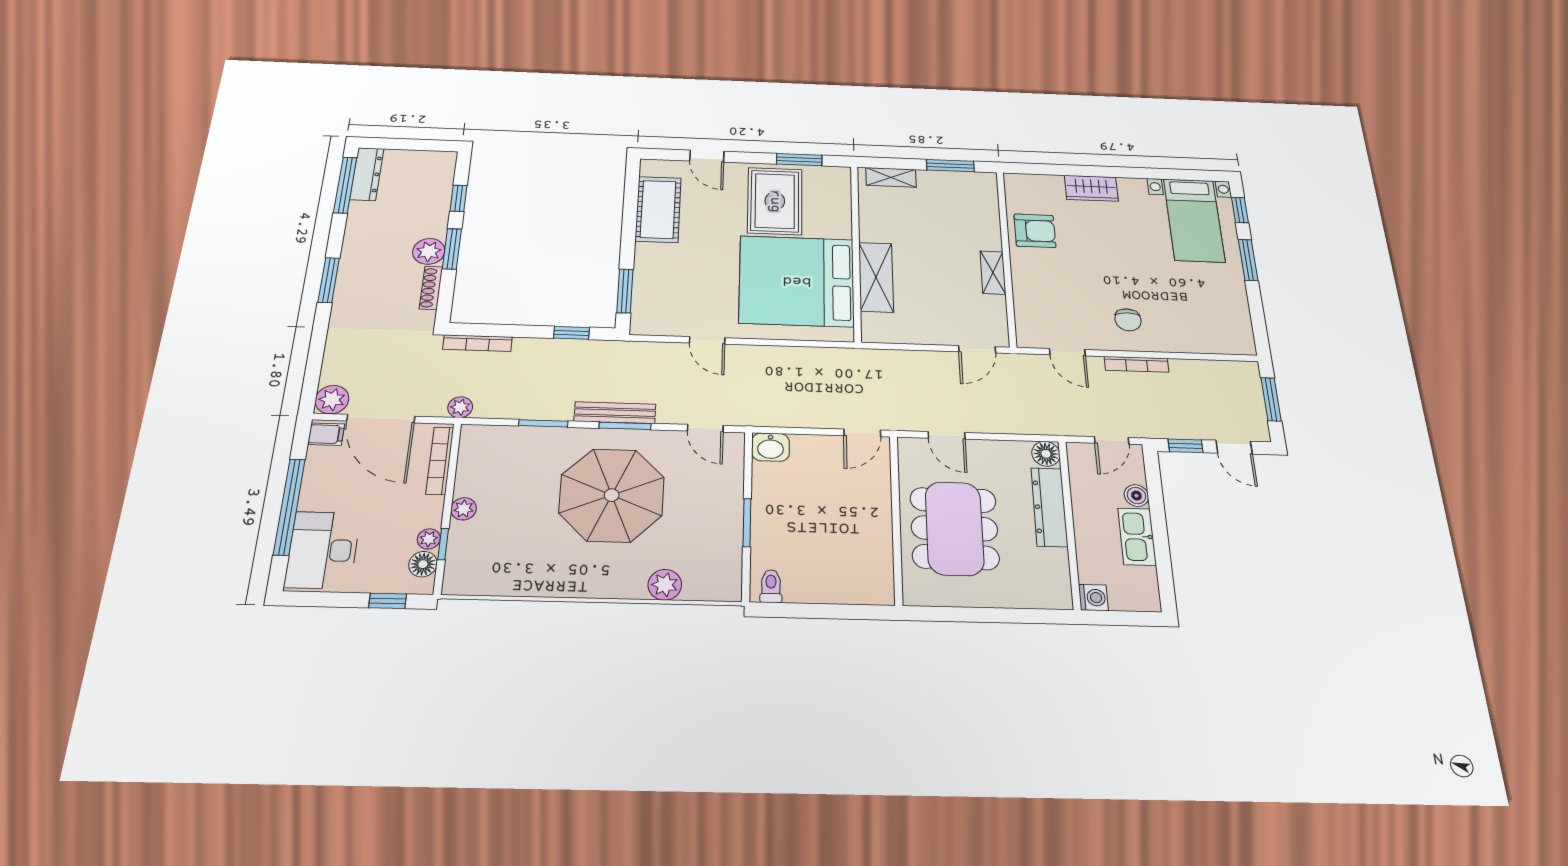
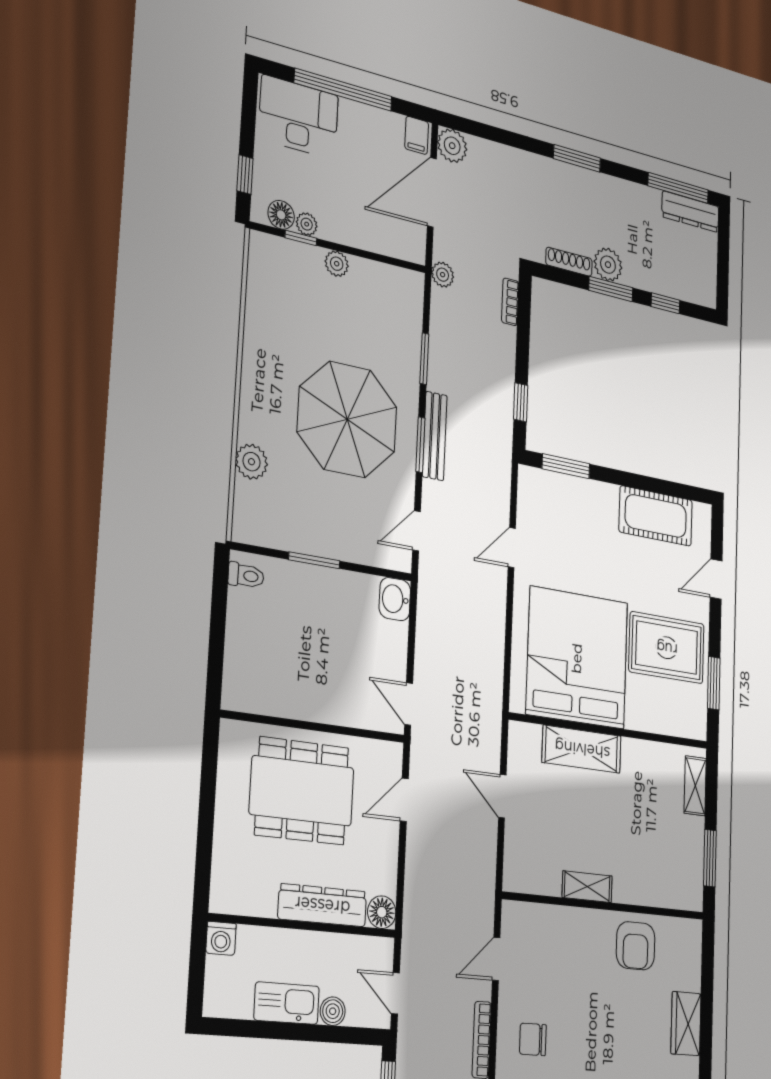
bookcase: (477, 343) -> (510, 302), width x0.64
door: (977, 349) -> (502, 796), moved
bookcase: (440, 461) -> (387, 246), removed

